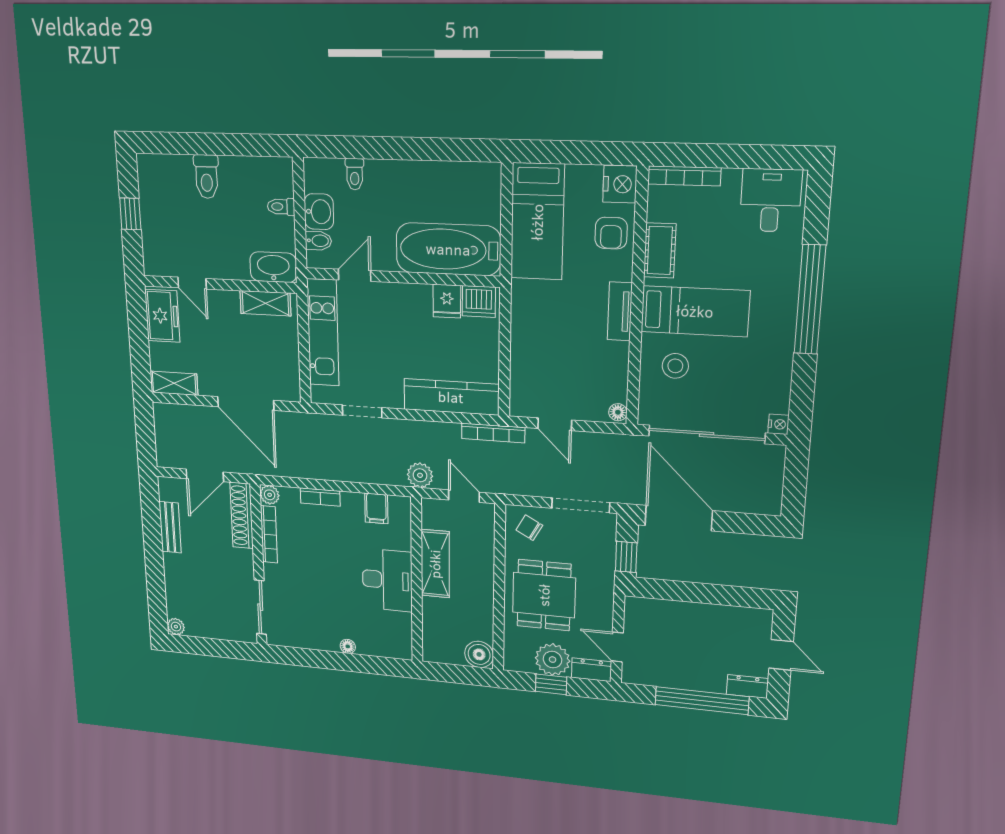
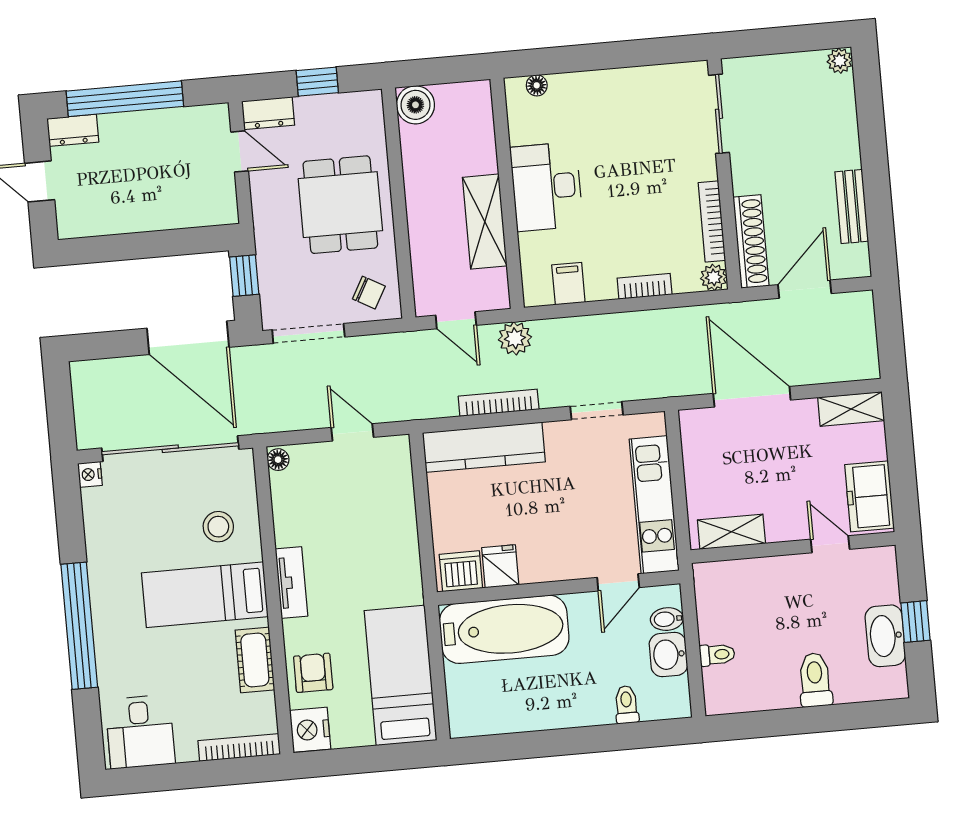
washbasin: (273, 267) -> (885, 636), moved, turned 90
bookcase: (493, 433) -> (499, 403), moved
floor lamp: (348, 646) -> (537, 85), moved
plant: (552, 660) -> (319, 117), removed

